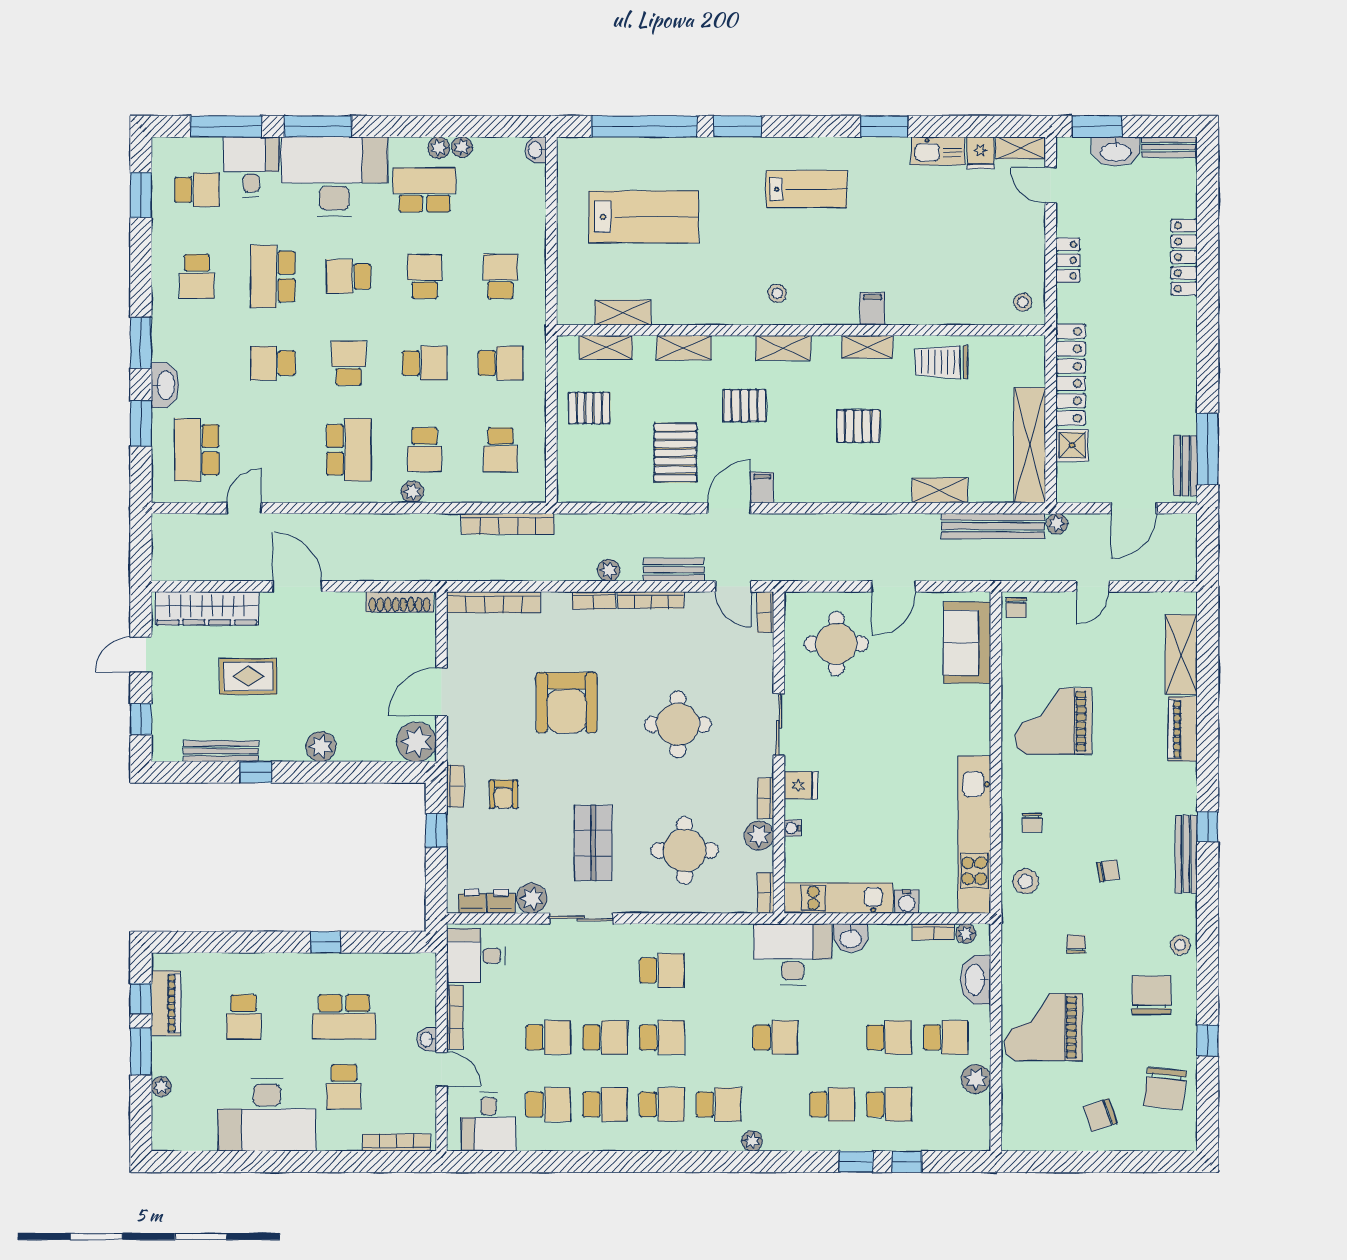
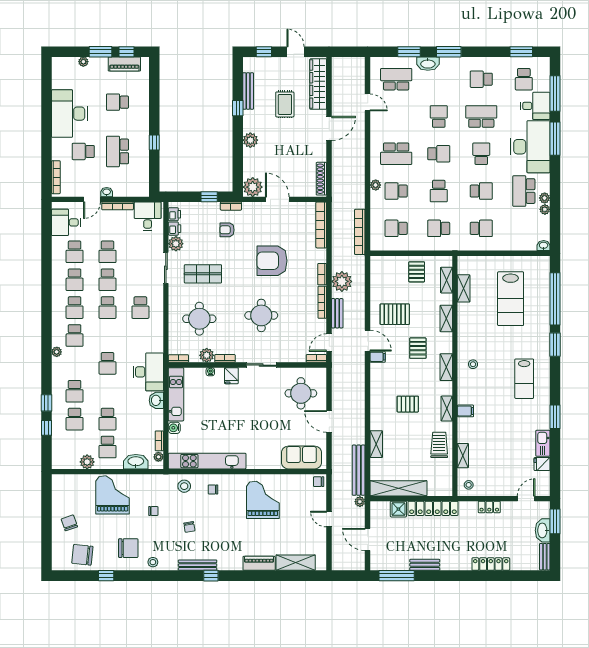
shelving: (1021, 148) -> (463, 456), moved
school desk: (425, 190) -> (524, 191), turned 180
school desk: (501, 363) -> (439, 228), turned 90
pallet: (858, 426) -> (408, 404), turned 90
bench: (1186, 466) -> (425, 565), moved
plant: (609, 570) -> (342, 281), width x1.88, depth x1.88

